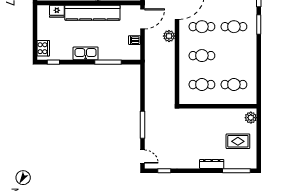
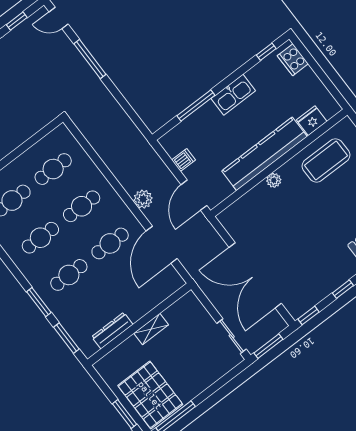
cafe table: (234, 56) -> (40, 238), added

